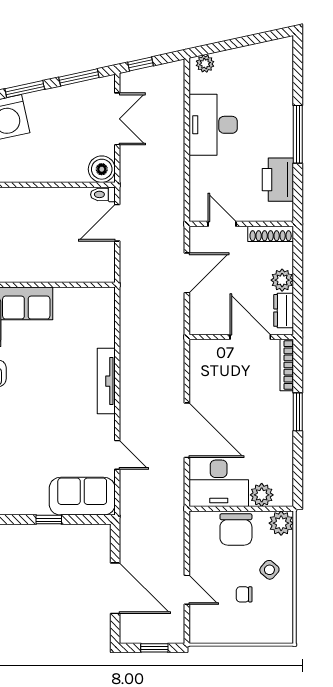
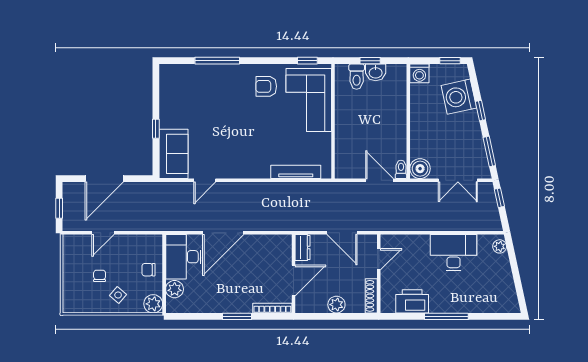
window: (25, 89) -> (480, 111), width x0.67
dresser: (284, 310) -> (303, 248), moved, turned 90
tv unit: (106, 381) -> (296, 172), moved
chair: (236, 529) -> (148, 270), width x0.54, depth x0.54

